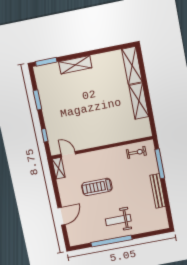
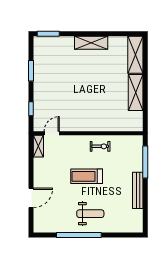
shelving: (75, 65) -> (91, 43), moved
exercise bike: (136, 152) -> (100, 146), moved
door: (68, 154) -> (52, 133), hinge flipped
treadmill: (97, 187) -> (87, 176), moved
weight bench: (118, 220) -> (90, 214), turned 180

